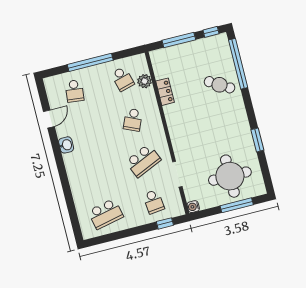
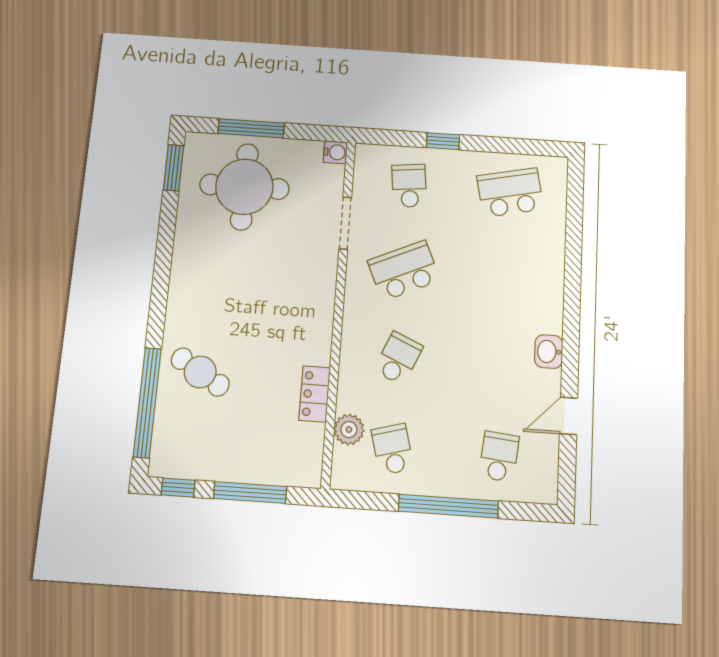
window: (257, 140) -> (173, 168), moved
window: (165, 223) -> (443, 141), moved

